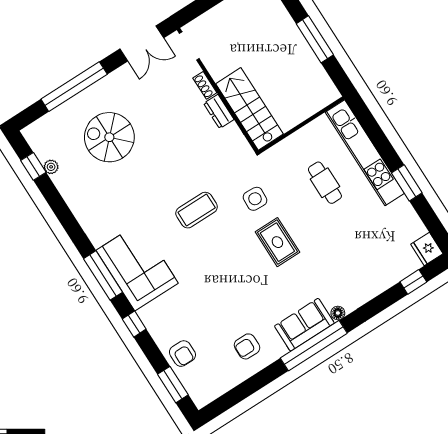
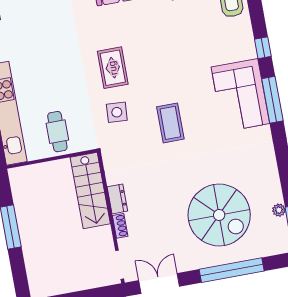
spiral stairs: (109, 137) -> (219, 215), width x1.37, depth x1.37
cafe table: (325, 183) -> (57, 132), moved
coffee table: (197, 210) -> (170, 123), turned 90

